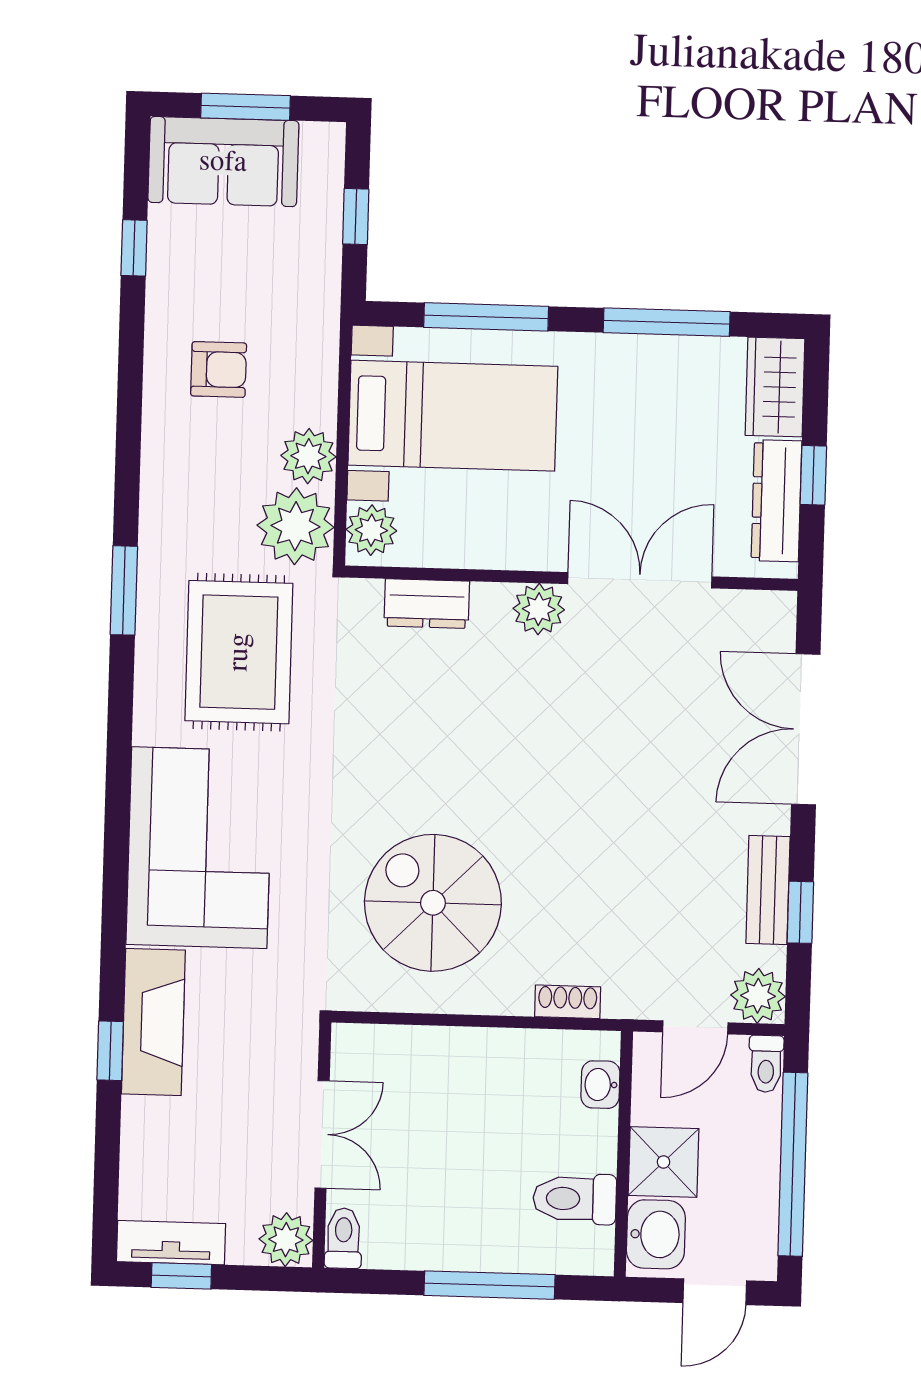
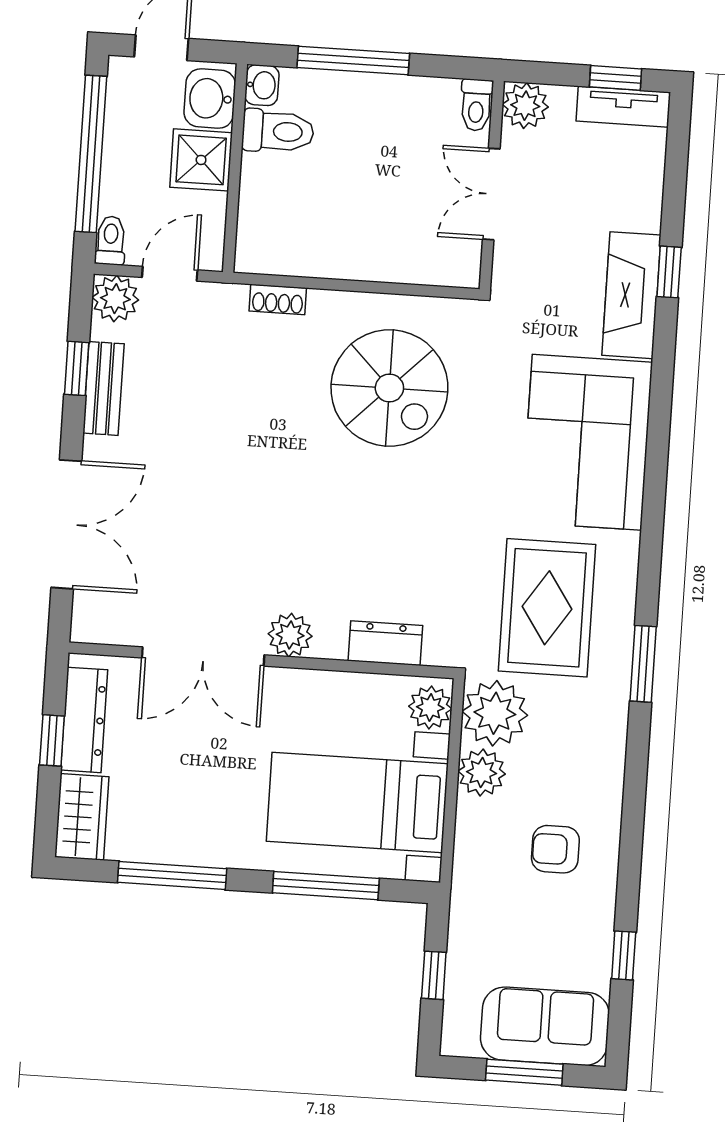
washbasin: (600, 1085) -> (262, 85), moved

